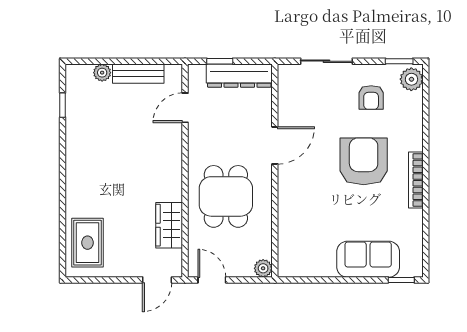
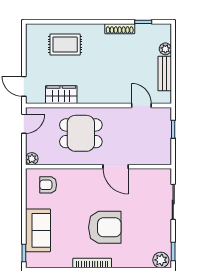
dresser: (239, 76) -> (163, 142), removed
armchair: (371, 97) -> (48, 185), moved
shoe rack: (73, 140) -> (120, 29), added
rug: (87, 243) -> (65, 45), moved

